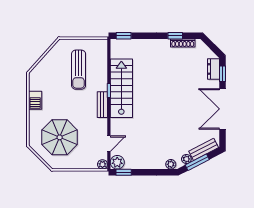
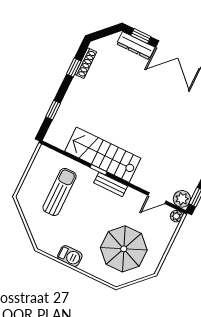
window: (124, 36) -> (53, 110), moved
dresser: (213, 69) -> (136, 46), width x1.44
sun lounger: (79, 70) -> (60, 192), turned -90
door: (109, 144) -> (157, 198), swing flipped

